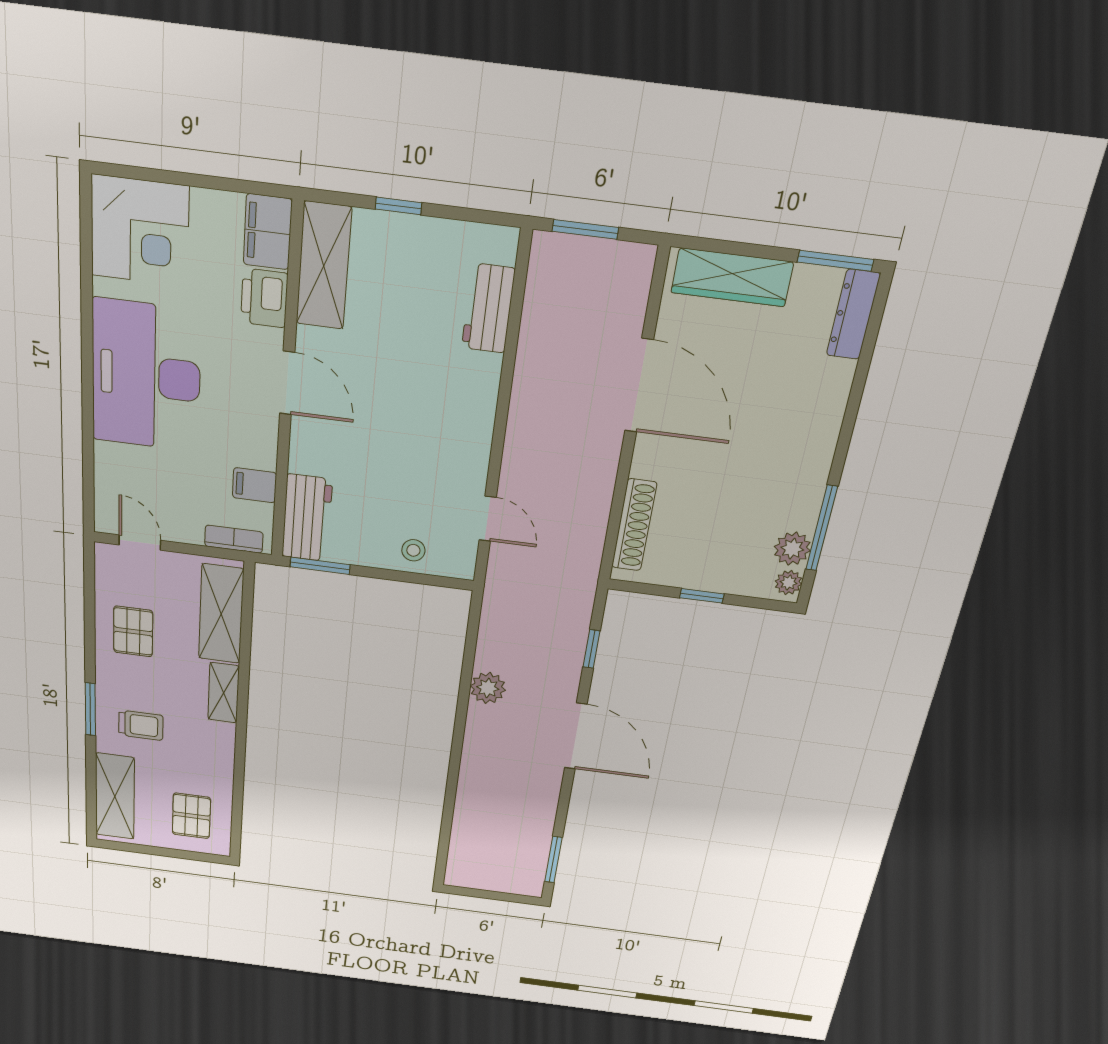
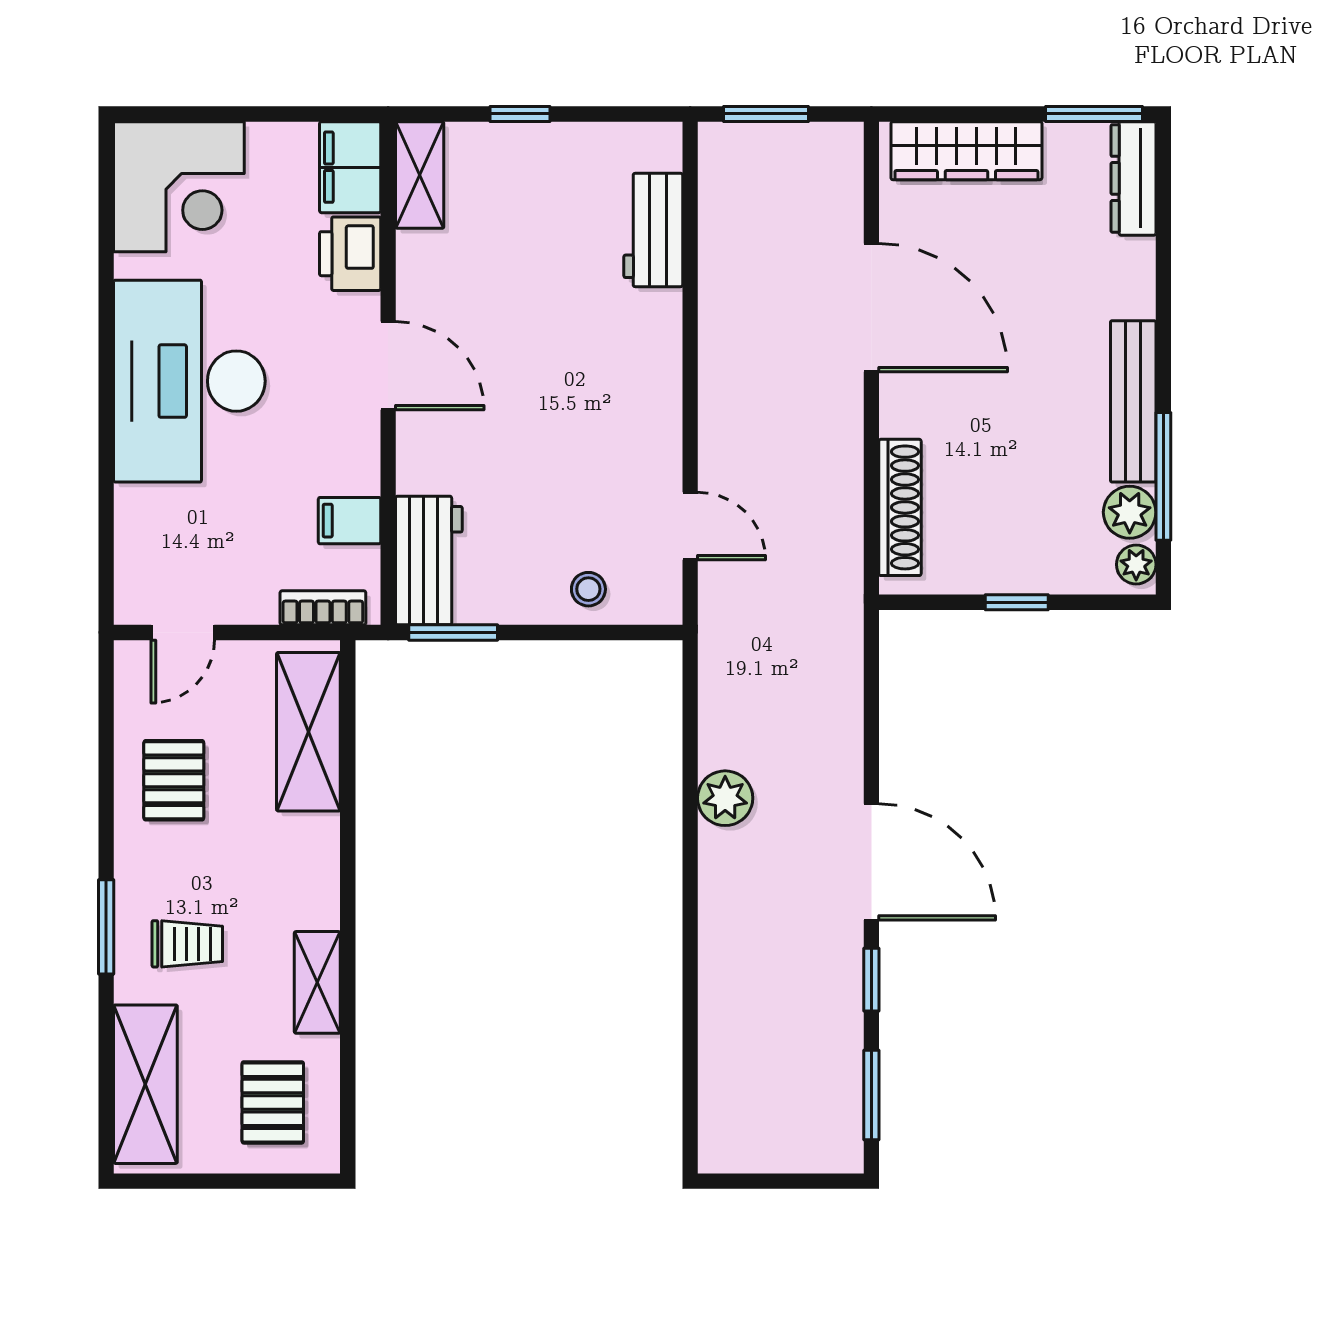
shelving: (324, 266) -> (420, 175), width x0.67, depth x0.75
bench: (813, 475) -> (1133, 401), added
door: (140, 543) -> (183, 632), swing flipped
window: (591, 649) -> (871, 980), moved
shelving: (224, 693) -> (317, 982), moved

